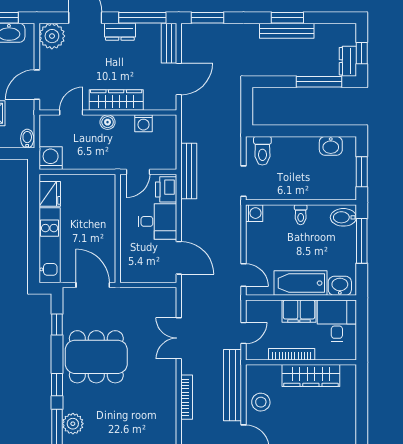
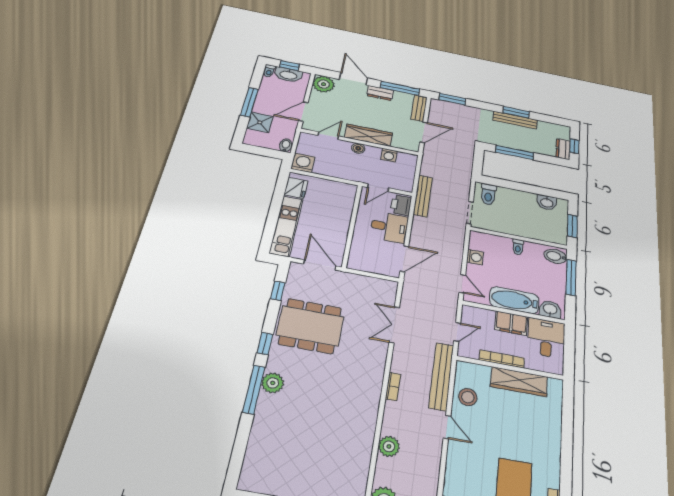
window: (319, 82) -> (515, 152), moved
washing machine: (254, 213) -> (475, 257), moved
door: (179, 258) -> (404, 259), hinge flipped
bookcase: (187, 397) -> (393, 387), width x0.64

